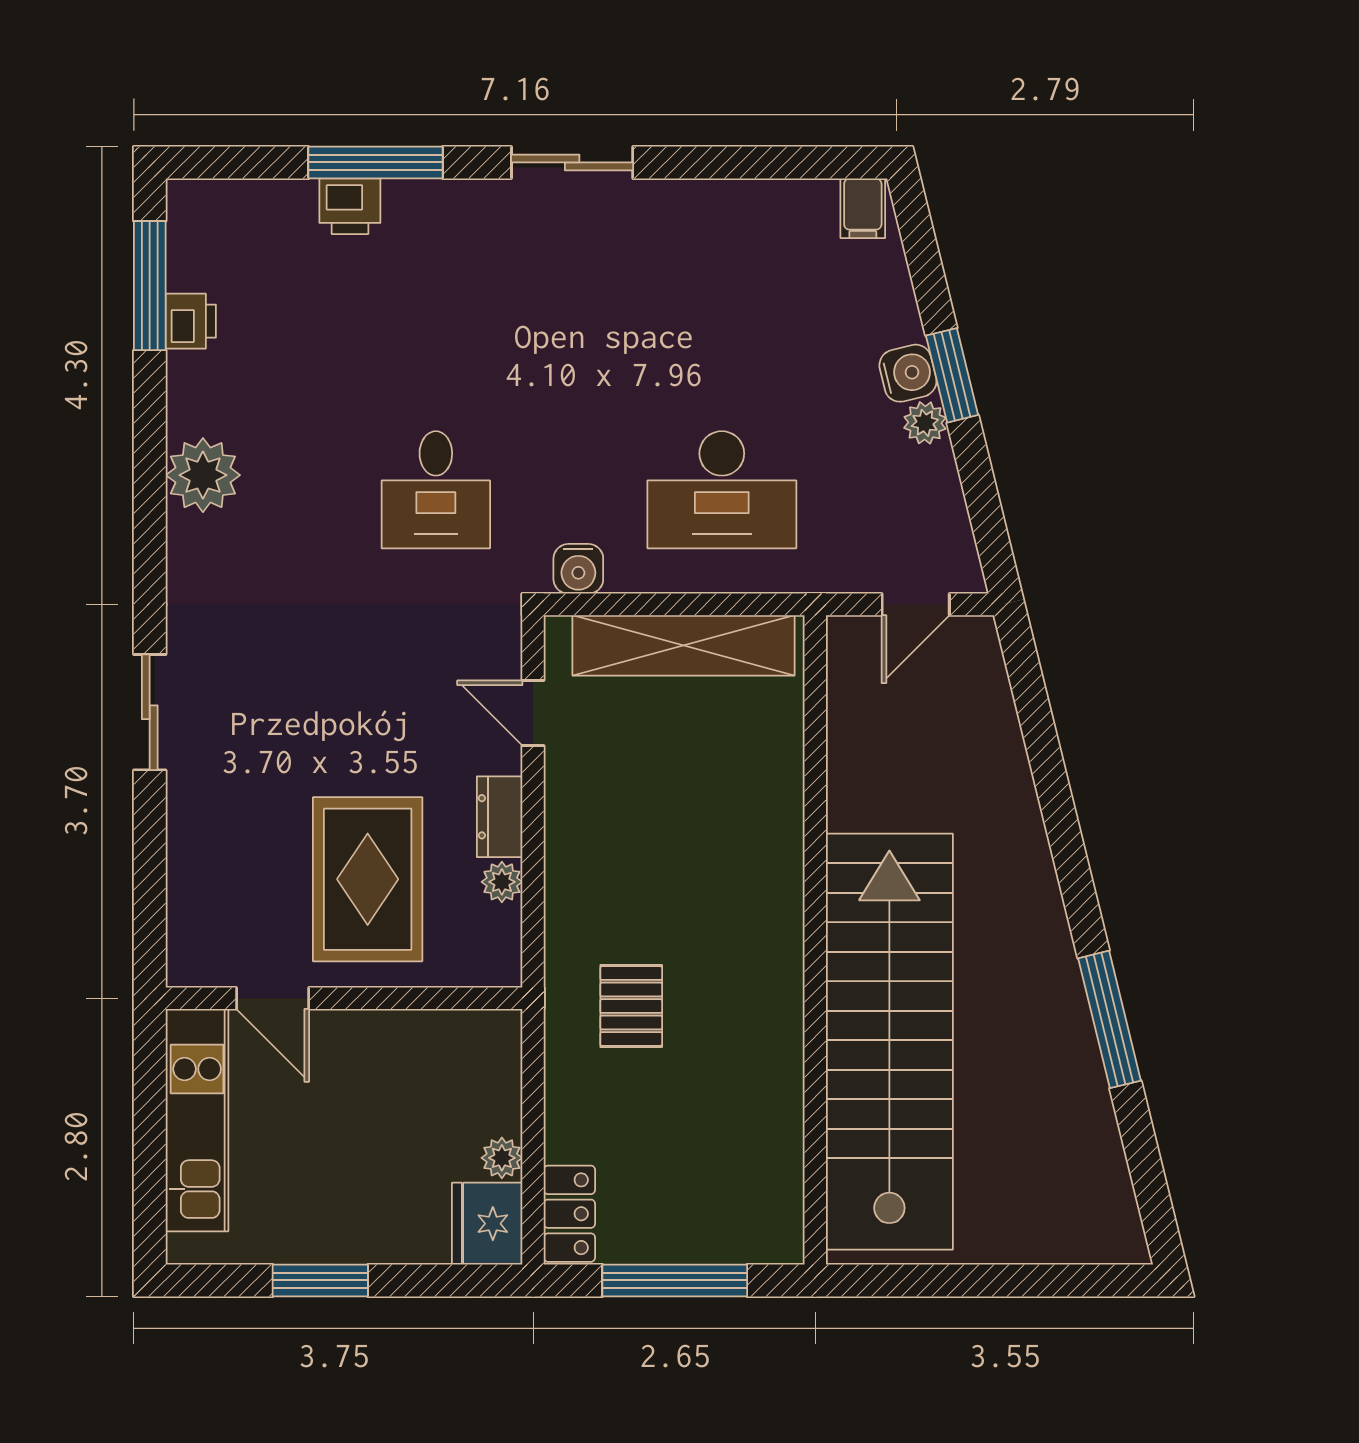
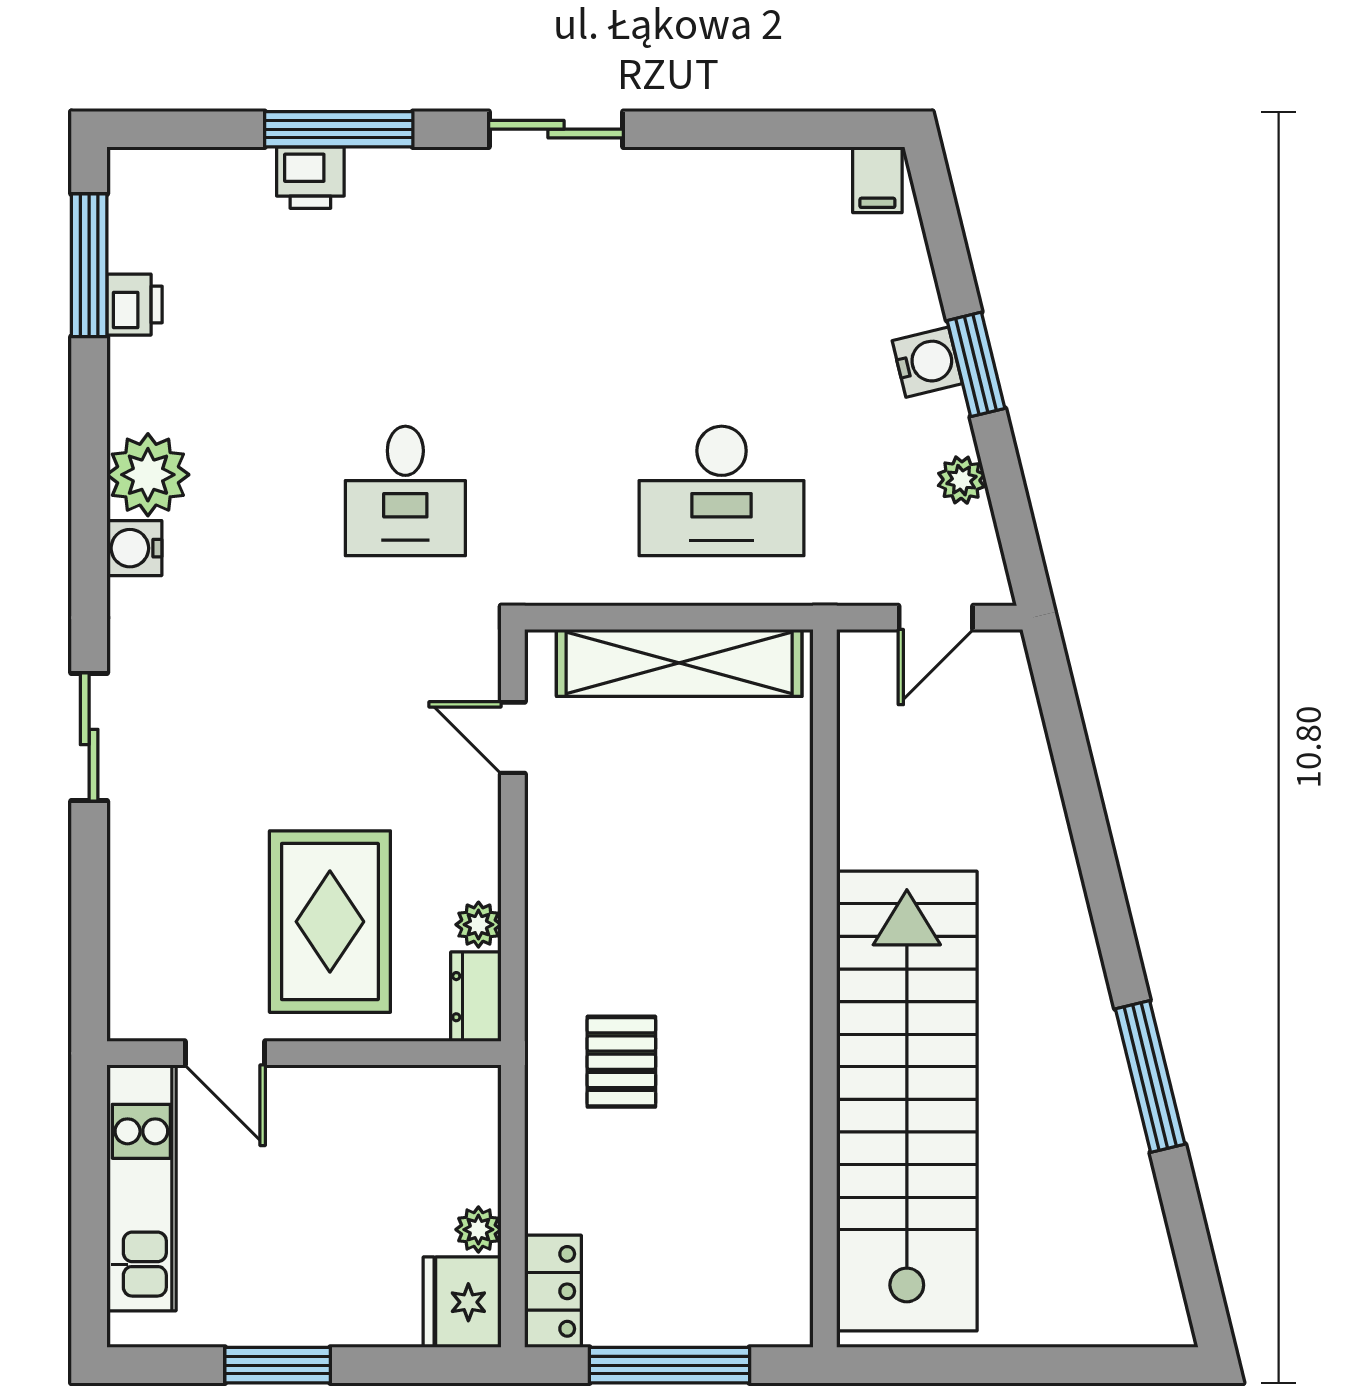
plant: (925, 423) -> (961, 480), moved
water cooler: (578, 569) -> (134, 548), moved, turned 90
dresser: (500, 817) -> (476, 997), moved

